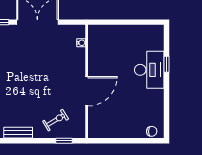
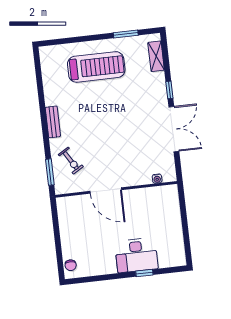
window: (64, 141) -> (50, 172), width x1.50

